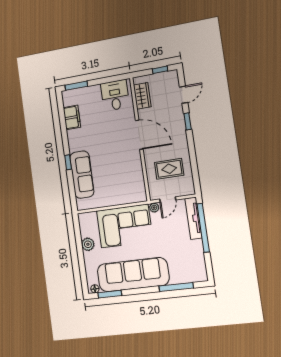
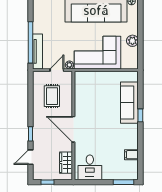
filing cabinet: (72, 117) -> (131, 155), width x0.50
rug: (169, 169) -> (52, 96), turned 90

